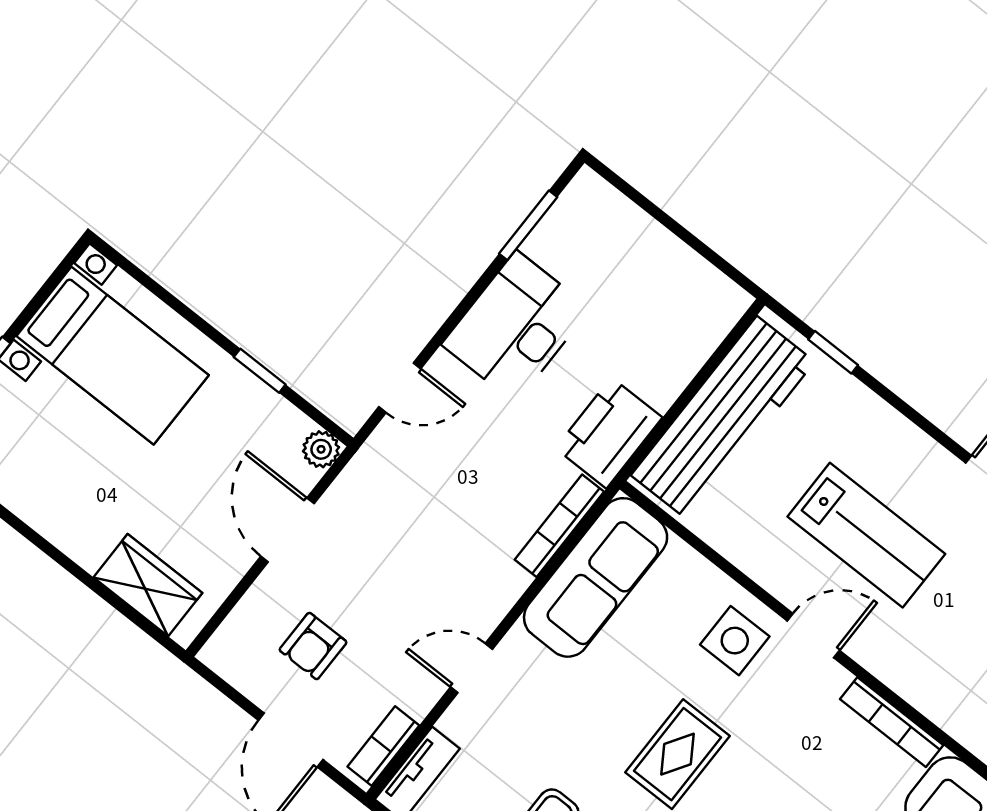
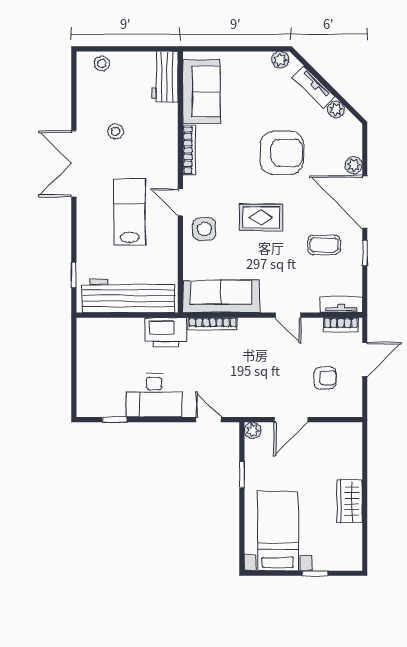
window: (528, 225) -> (114, 420), width x0.67
wardrobe: (148, 585) -> (350, 501), moved

